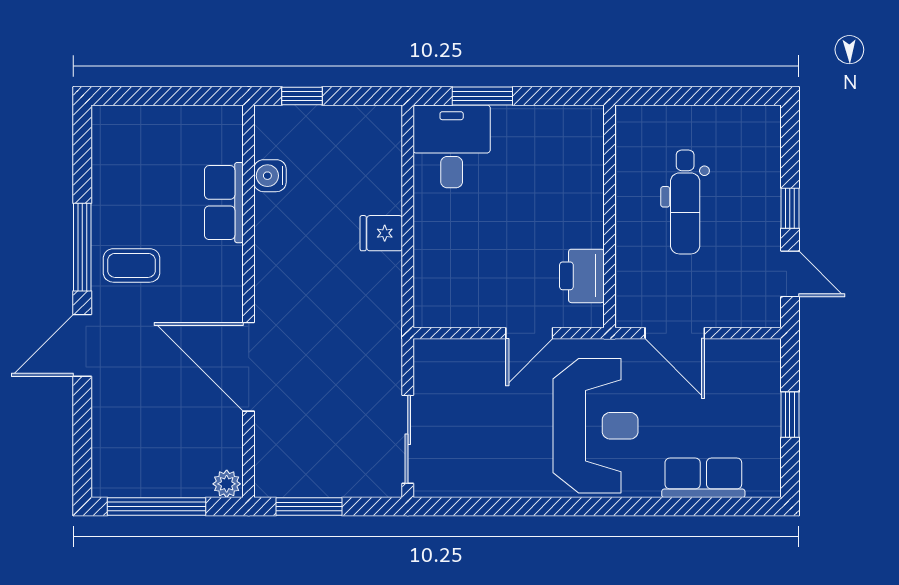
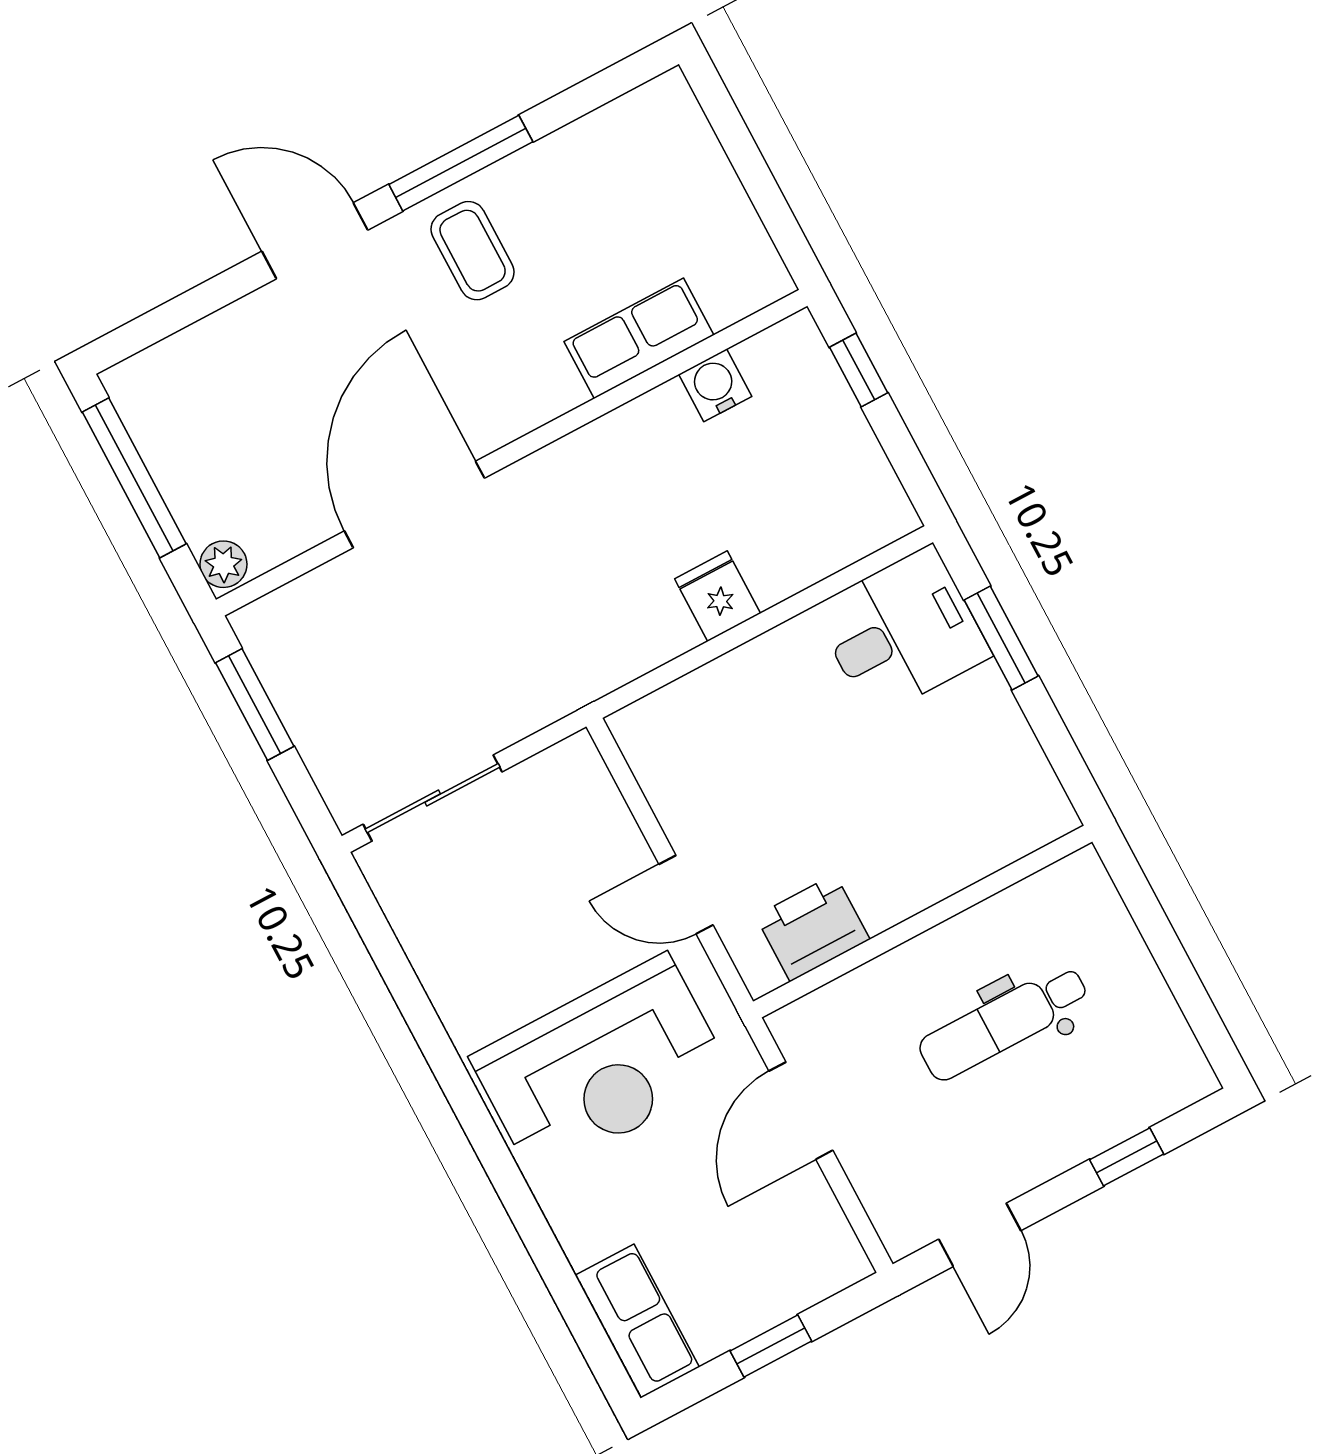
window: (790, 208) -> (1127, 1157), moved
row of seats: (703, 478) -> (637, 1321), moved

